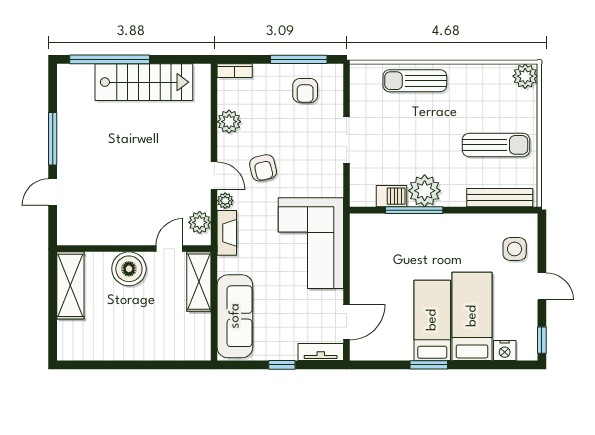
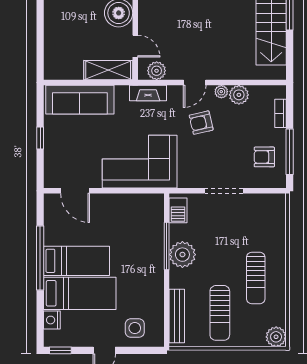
bookcase: (235, 71) -> (281, 113), moved
sun lounger: (415, 81) -> (256, 278), moved, turned 180
barbecue: (392, 196) -> (178, 210), moved
plant: (225, 201) -> (221, 92), moved
tv unit: (321, 352) -> (51, 170), removed
window: (429, 365) -> (40, 258), width x2.11

